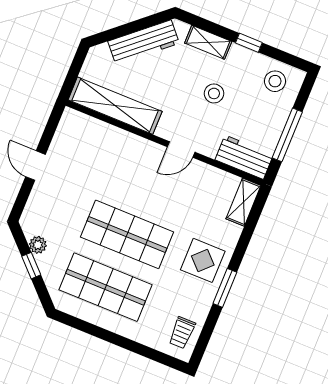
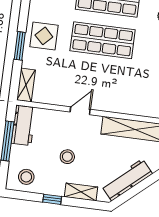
workbench: (244, 157) -> (23, 125), moved, turned -90
window: (225, 288) -> (20, 46), moved

